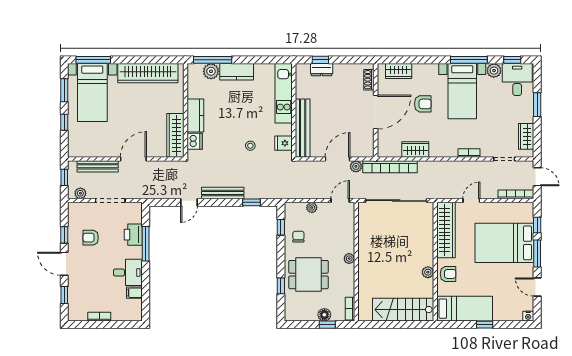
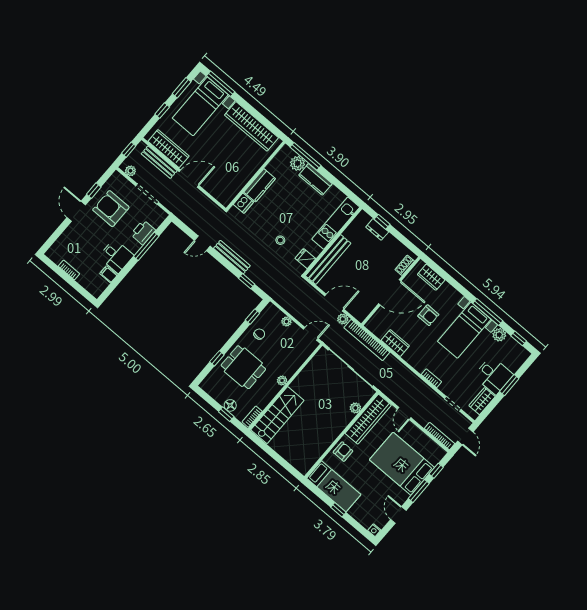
desk: (517, 79) -> (494, 375), moved, turned 90
wardrobe: (175, 135) -> (169, 149), moved, turned 90
door: (471, 201) -> (404, 413), swing flipped
armchair: (91, 238) -> (111, 209), width x1.88, depth x1.88
plant: (428, 272) -> (355, 408), moved
armchair: (448, 274) -> (343, 452), turned -90
window: (64, 295) -> (57, 233), removed
stairs: (403, 310) -> (277, 415), moved, turned 90

